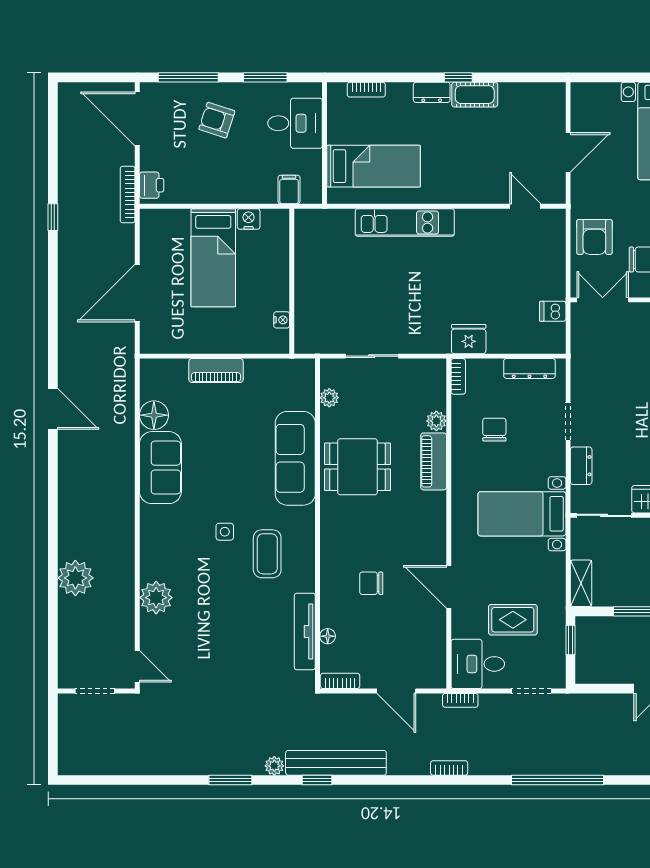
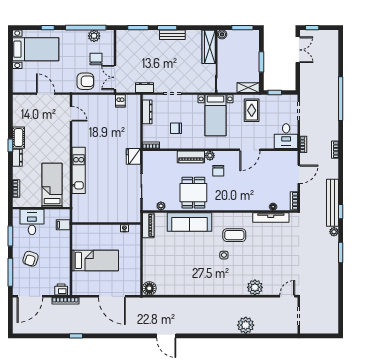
door: (525, 206) -> (71, 114), swing flipped
nightstand: (249, 219) -> (77, 244), removed
fridge: (469, 339) -> (133, 156), moved
piano: (216, 371) -> (148, 225), moved
door: (53, 409) -> (166, 336), swing flipped
floor lamp: (154, 415) -> (149, 288), moved
plant: (436, 421) -> (210, 156), moved
dresser: (581, 466) -> (144, 88), moved
sofa: (160, 468) -> (194, 285), removed
chair: (371, 583) -> (218, 171), moved
rug: (513, 620) -> (252, 110), moved

